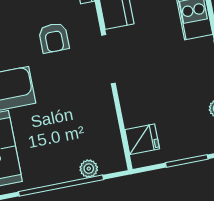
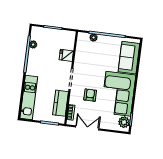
fridge: (142, 139) -> (66, 55), moved

